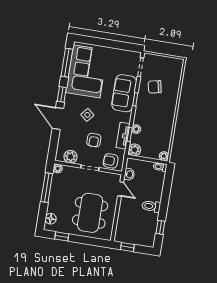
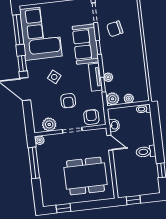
tv unit: (123, 136) -> (95, 77), moved
plant: (164, 156) -> (129, 99), moved
armchair: (111, 161) -> (91, 117), turned 88
dining table: (90, 213) -> (85, 176), turned 90
floor lamp: (51, 219) -> (47, 193), removed

